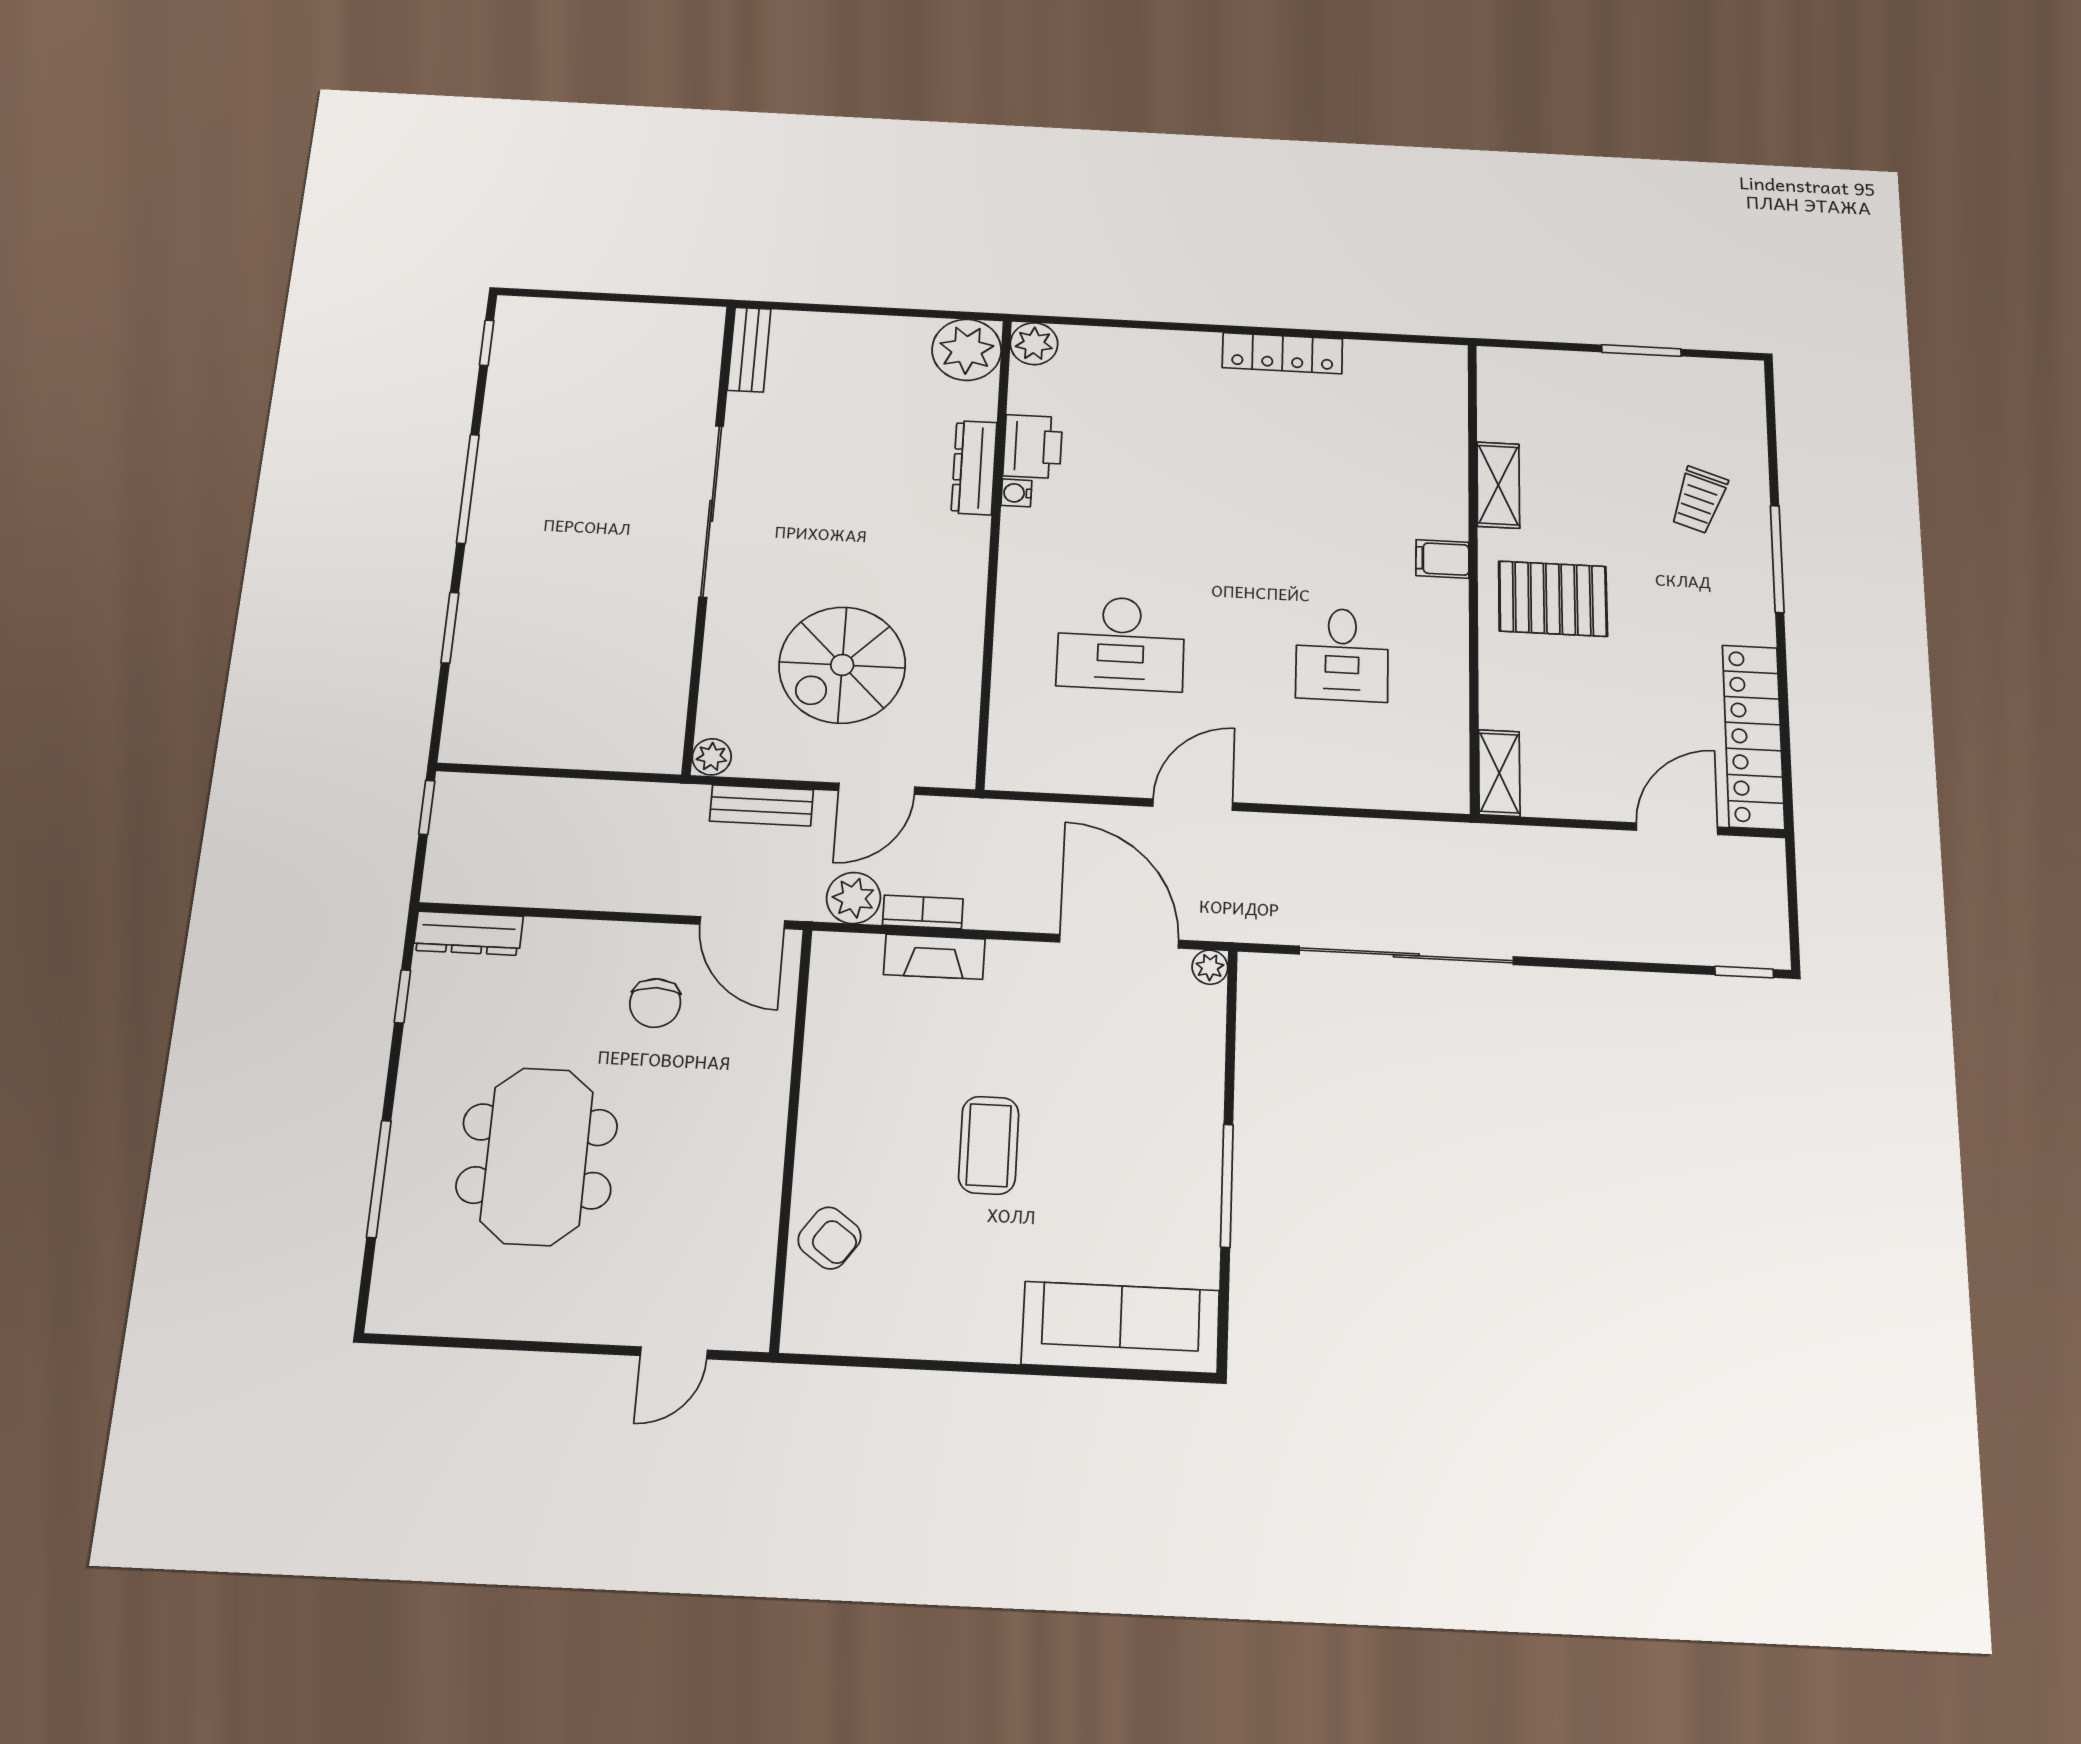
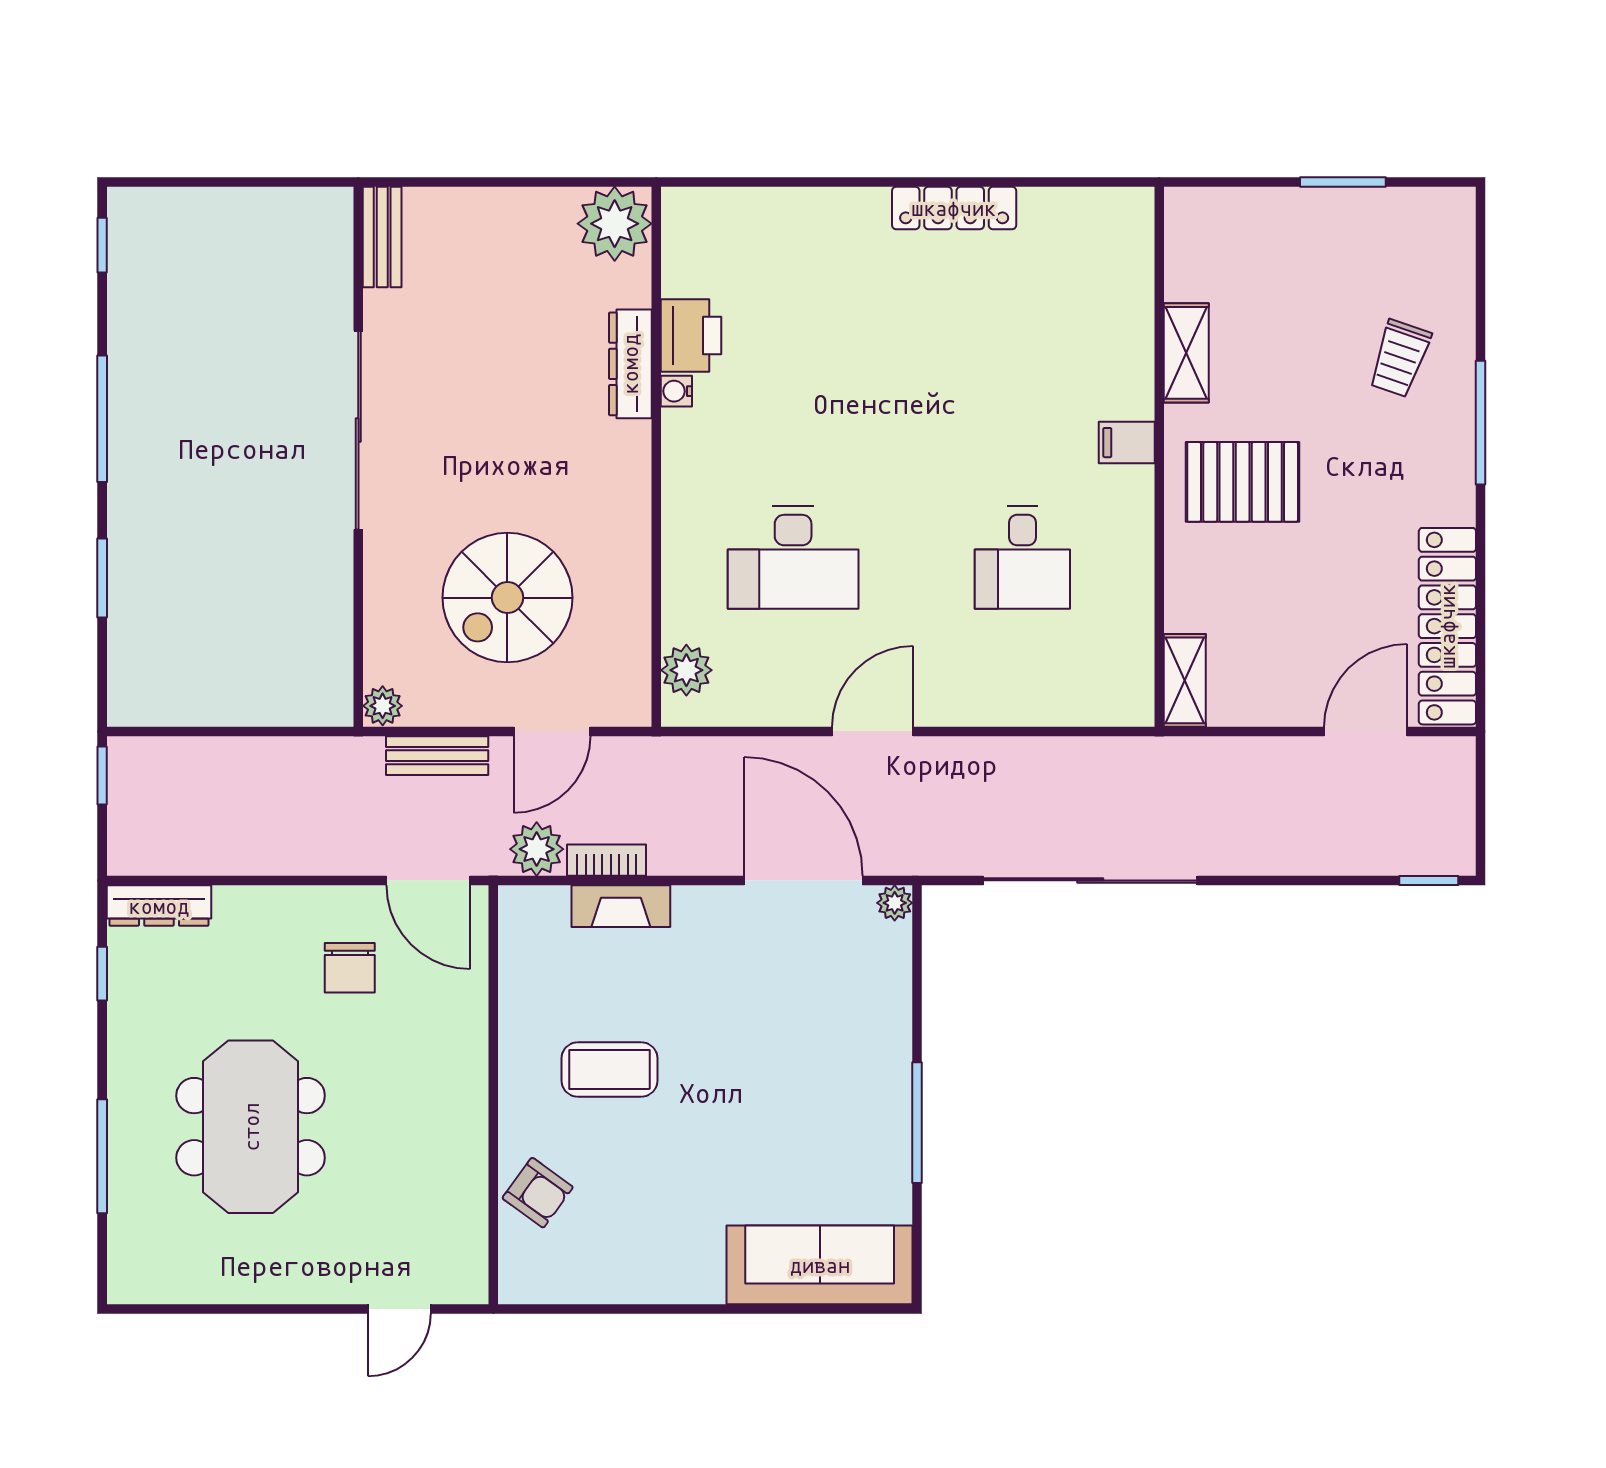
plant: (1034, 344) -> (686, 670), moved
coffee table: (989, 1145) -> (609, 1069), moved, turned 90

